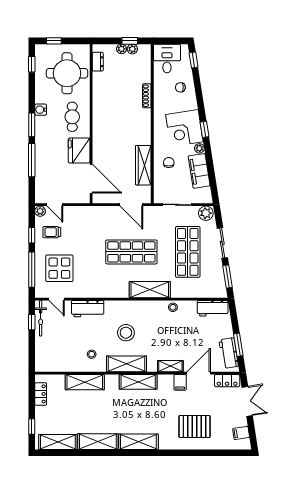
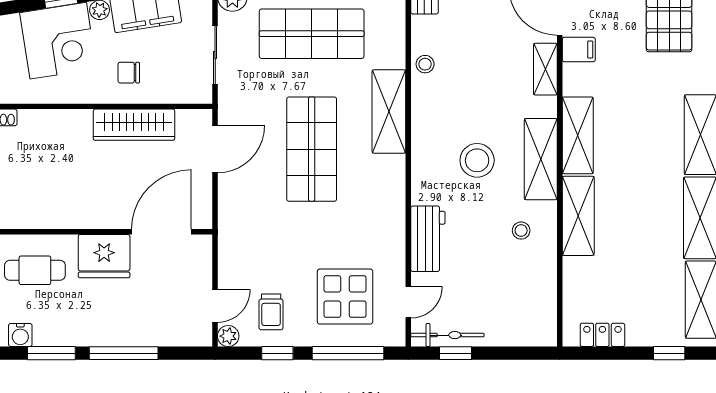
shelving: (85, 382) -> (578, 216), moved

